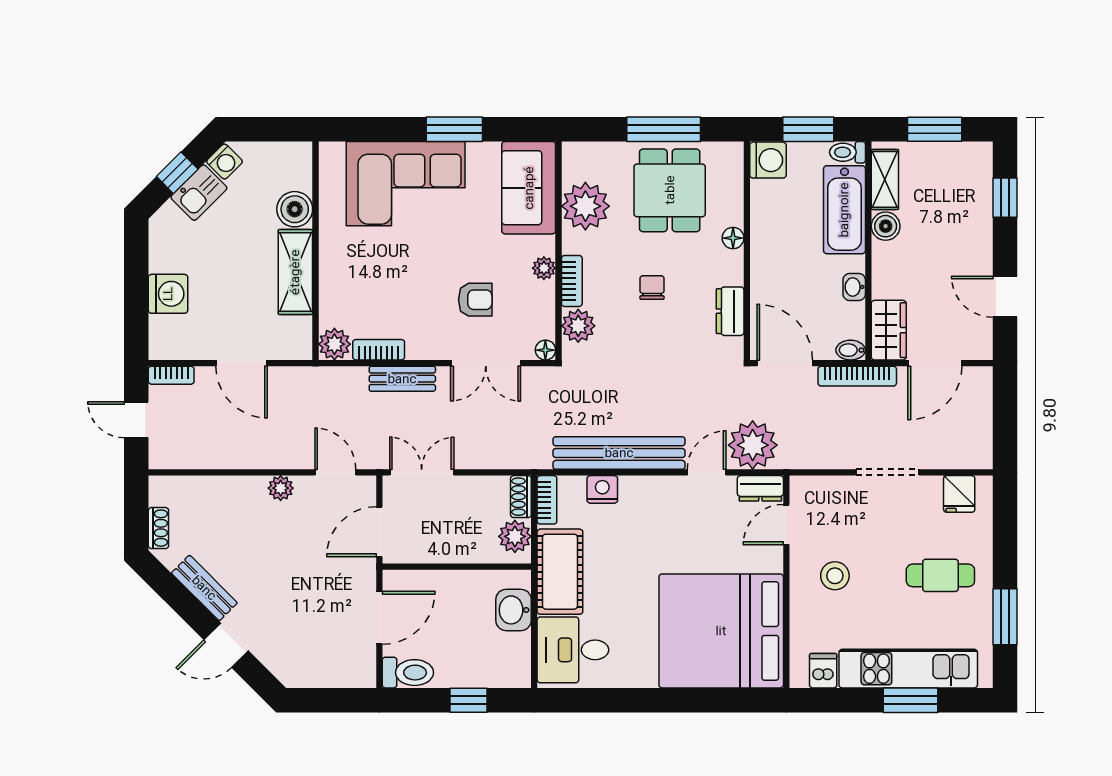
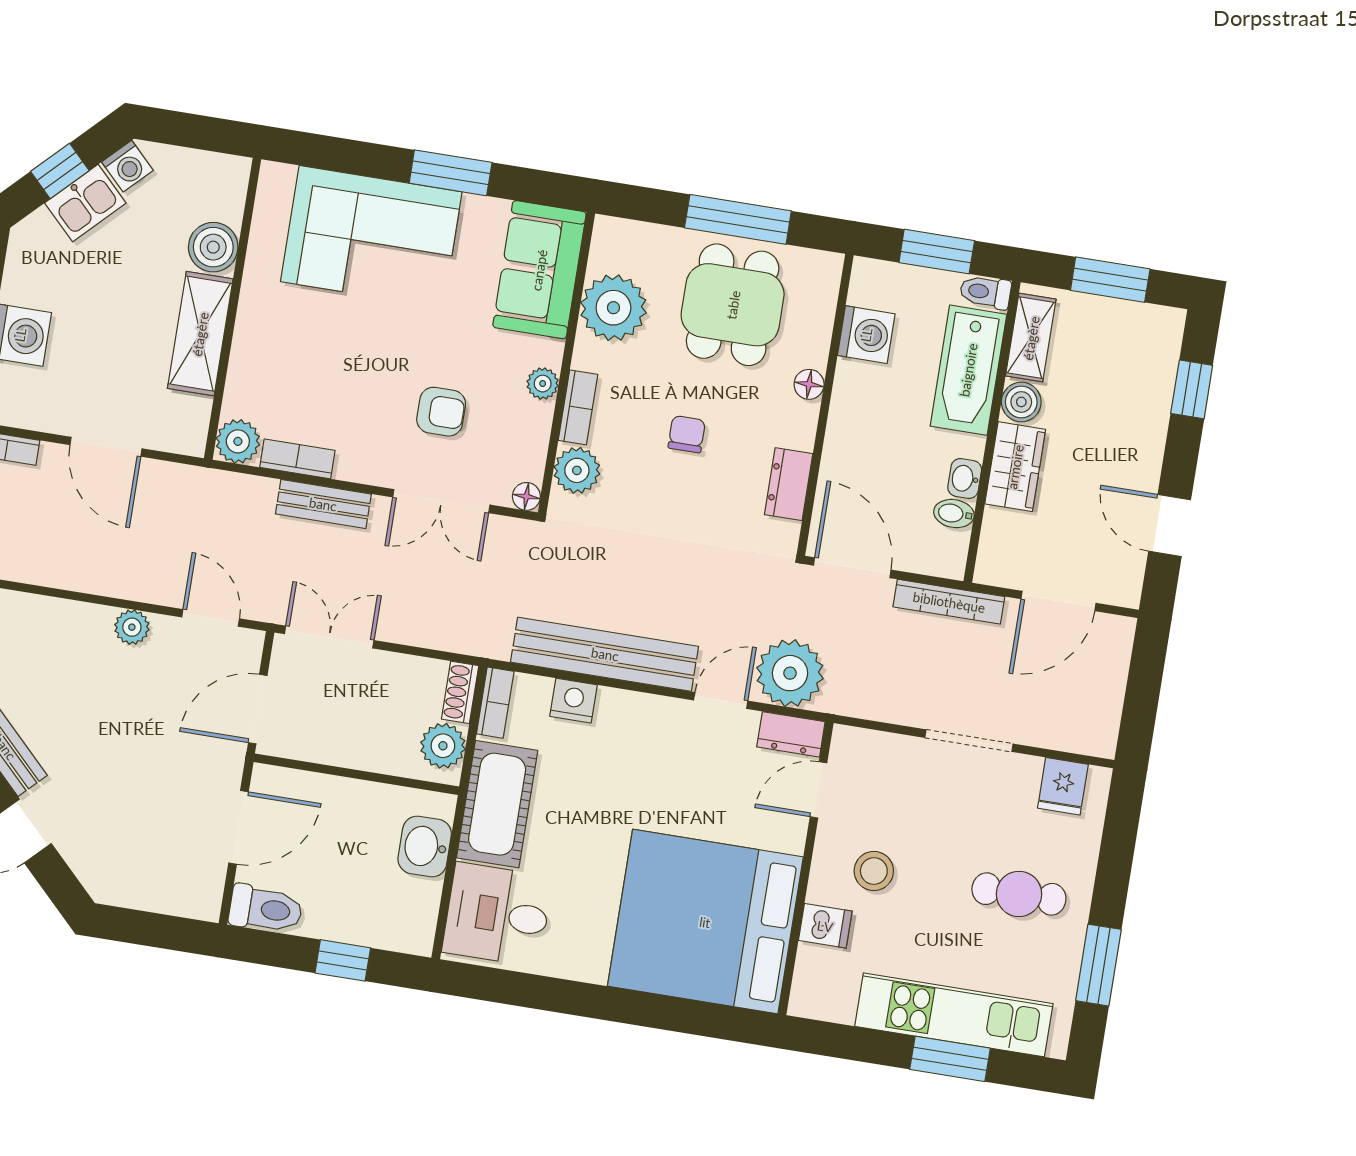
washing machine: (768, 160) -> (866, 335), moved
wardrobe: (889, 330) -> (1015, 467), moved
bidet: (851, 350) -> (954, 514), moved
dishwasher: (823, 671) -> (825, 926), moved, turned 90

